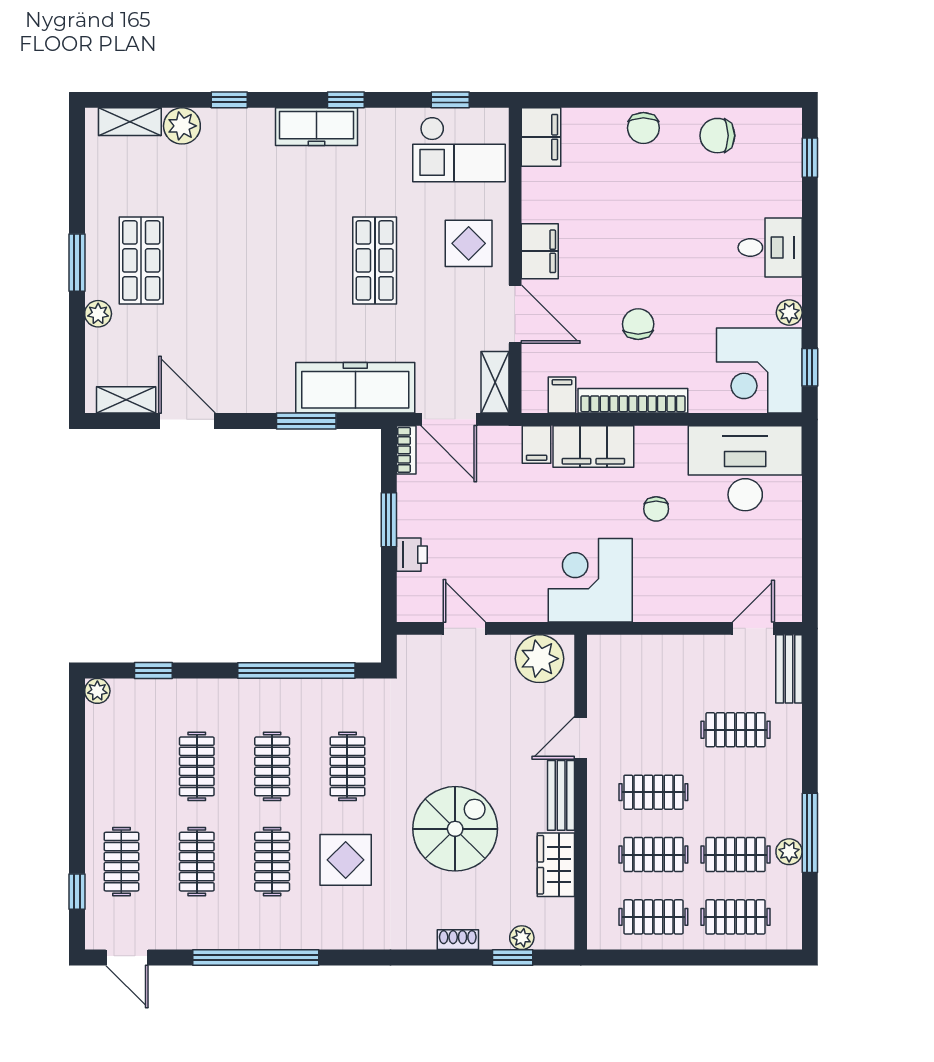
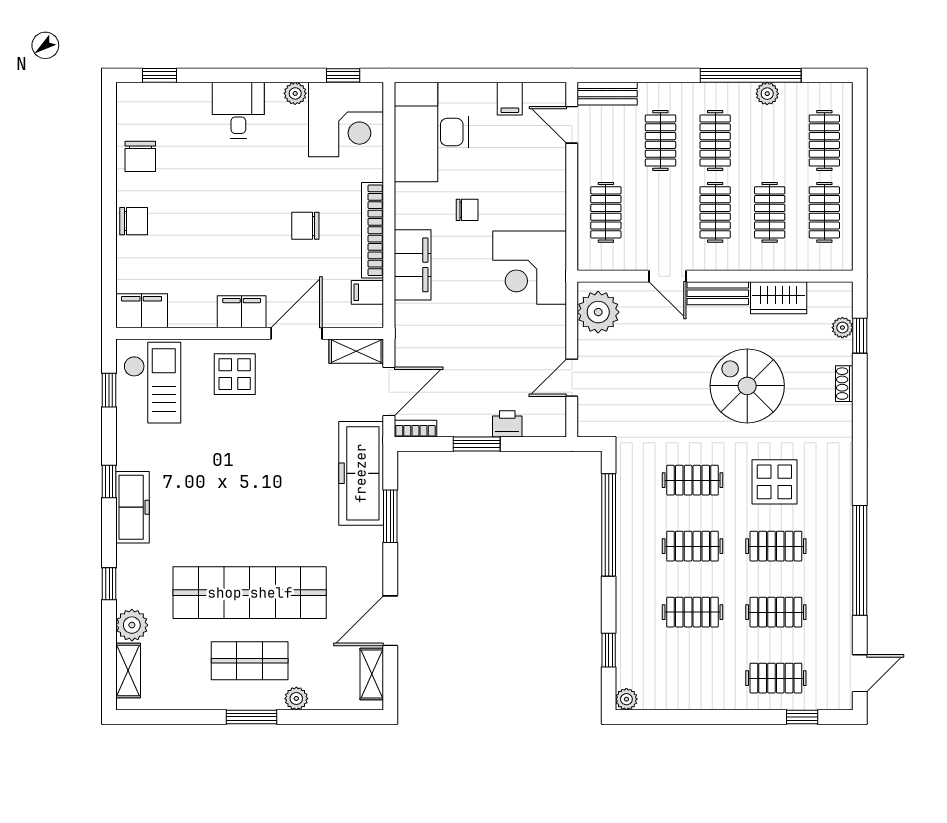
shop shelf: (375, 260) -> (250, 593), moved, width x2.00, depth x1.36
filing cabinet: (537, 445) -> (510, 99), moved, turned 90
clothes rail: (653, 667) -> (606, 212), added
window: (810, 833) -> (751, 75), width x1.46
clothes rail: (735, 855) -> (715, 140), moved

